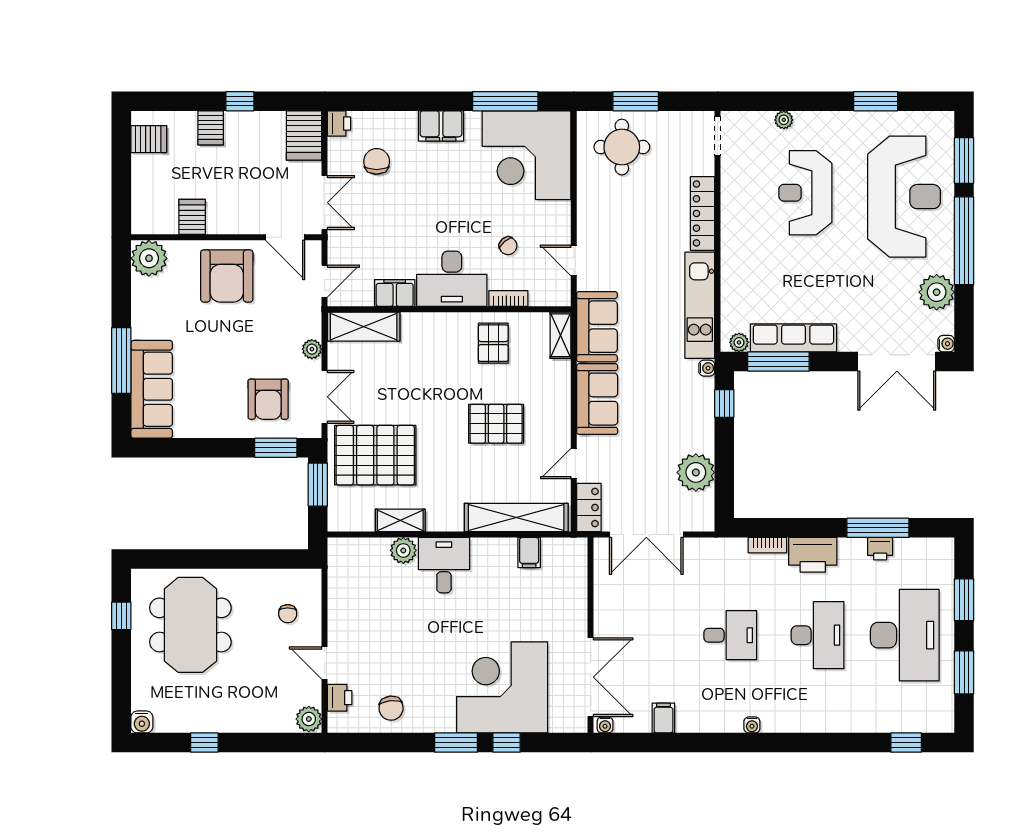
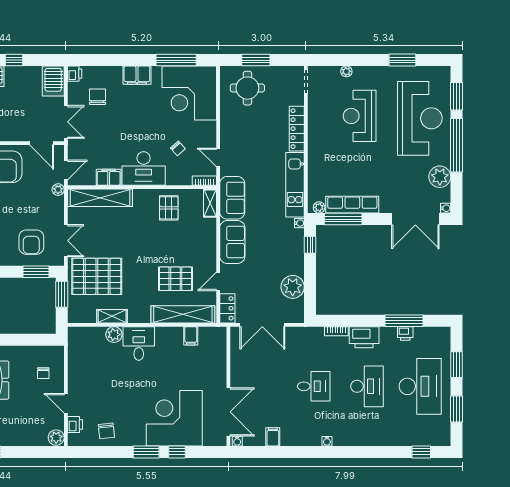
bookcase: (508, 299) -> (204, 181), moved
shelving: (364, 327) -> (100, 198), width x1.47
plant: (312, 349) -> (58, 190), moved
pallet: (496, 424) -> (175, 279), moved

